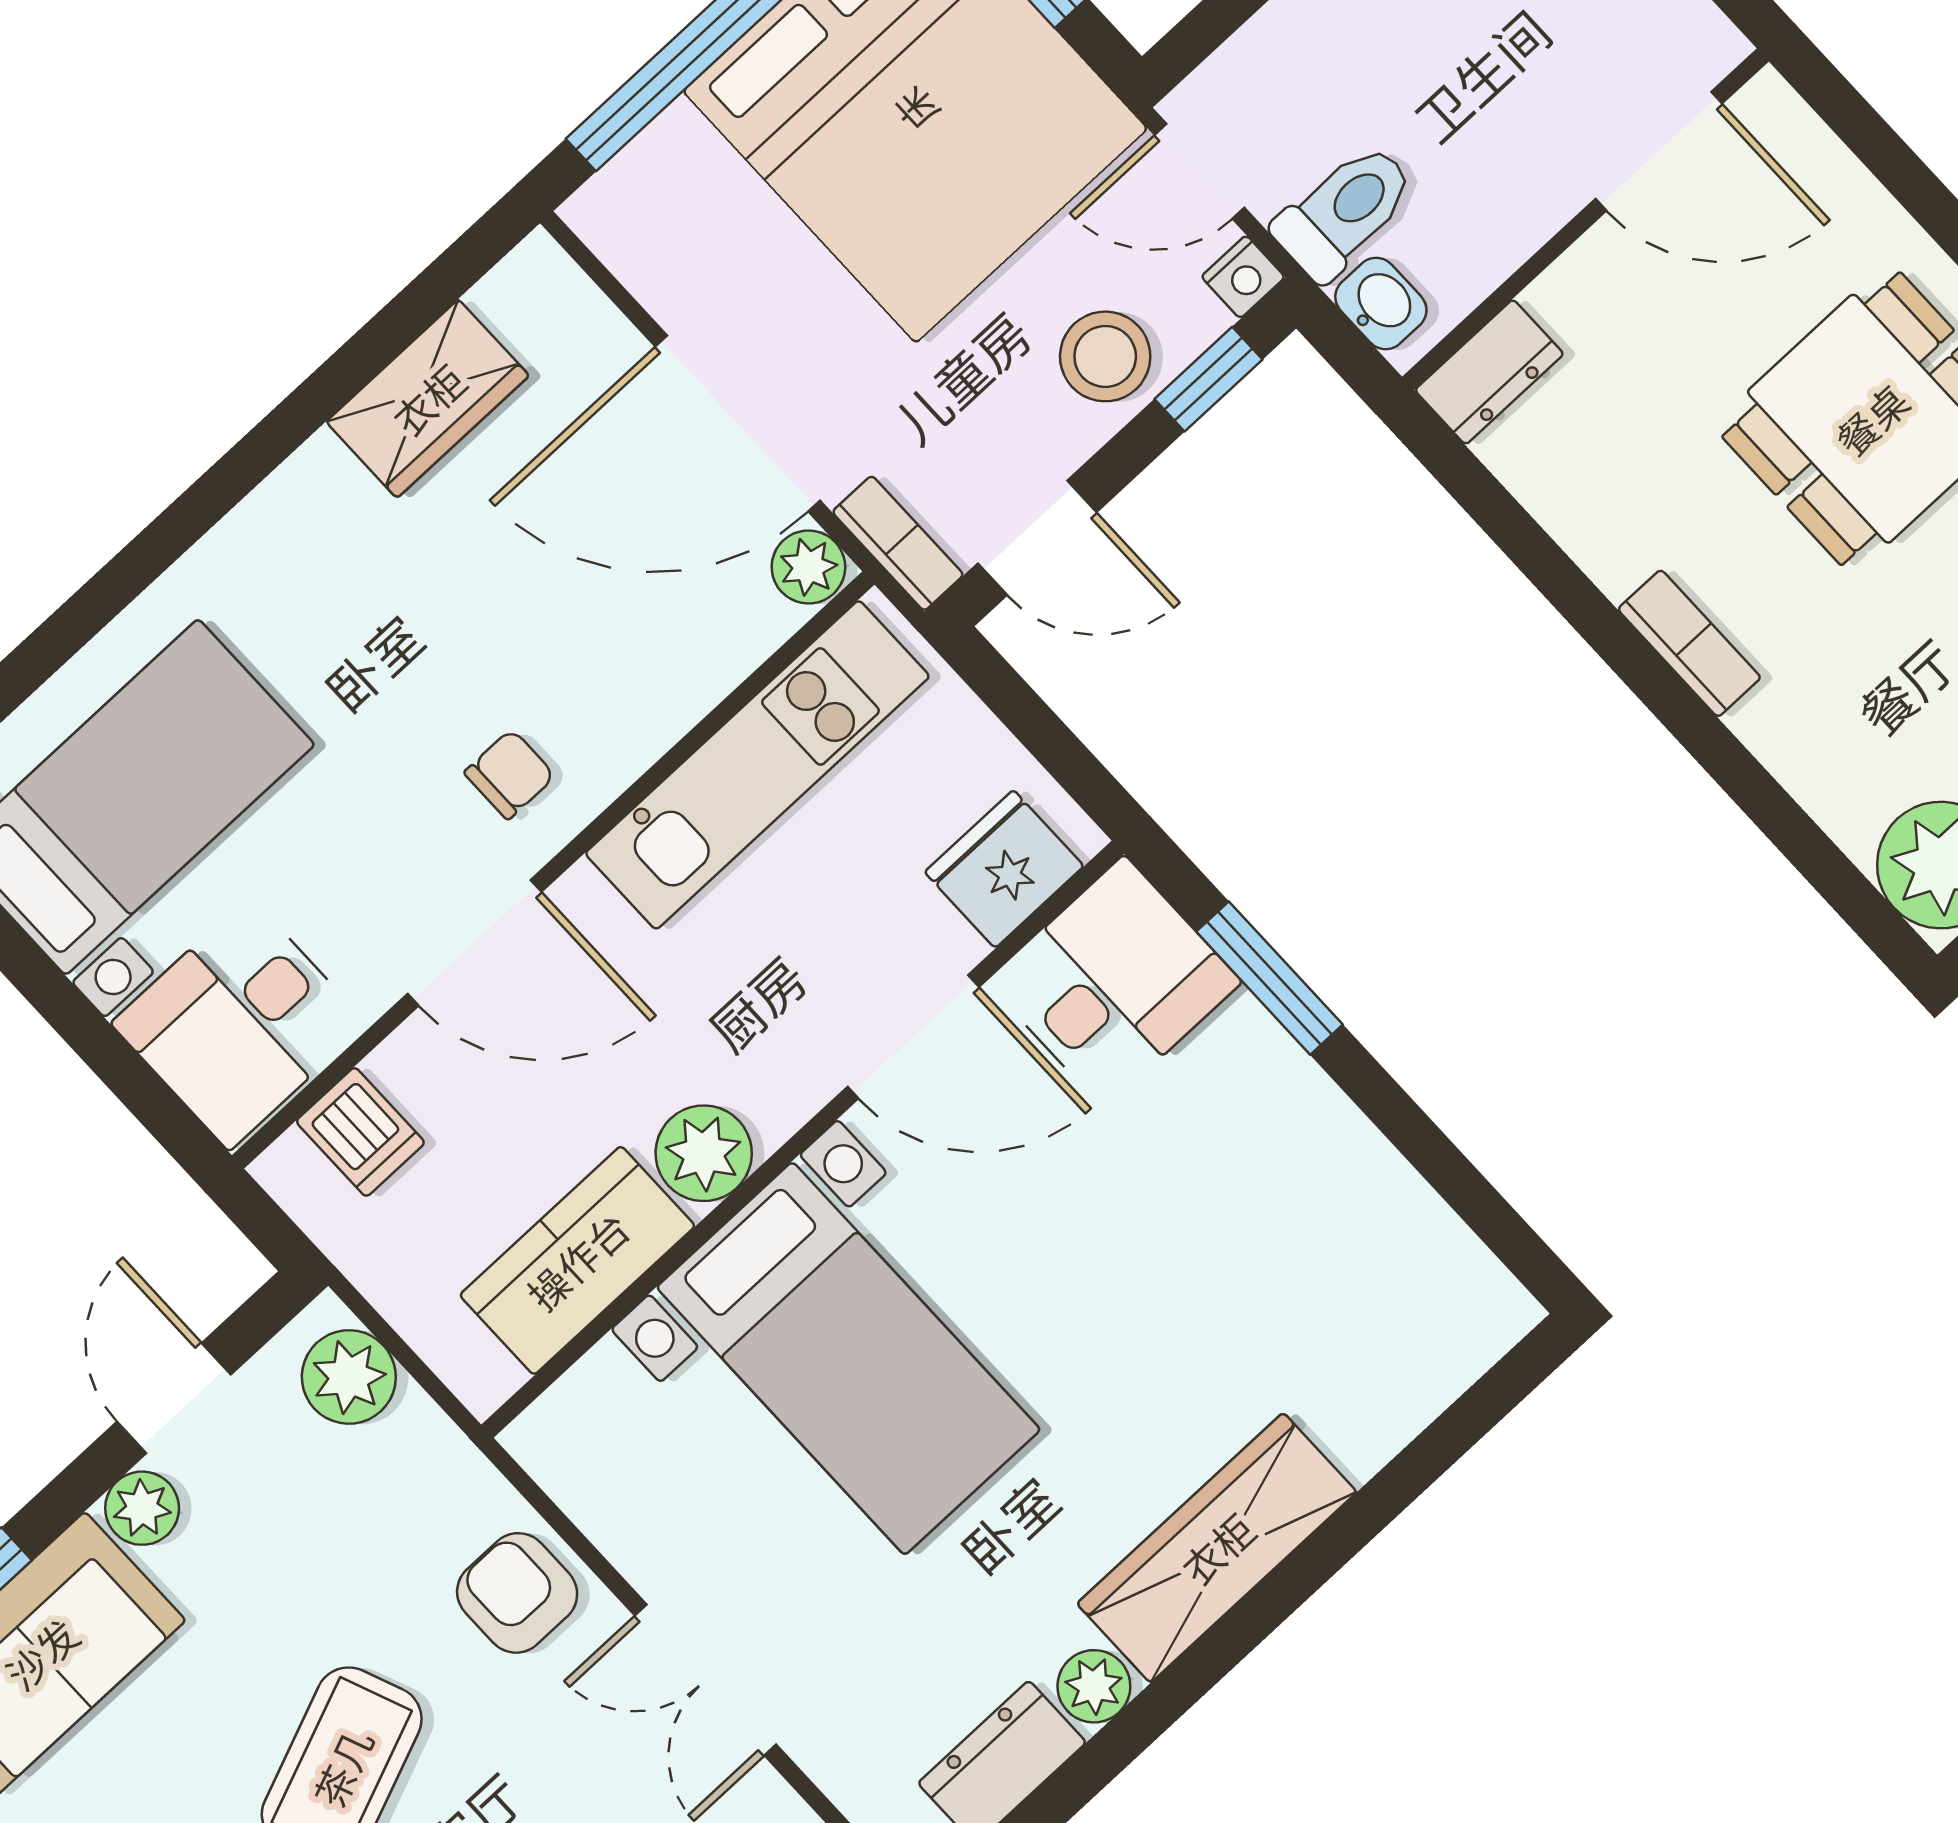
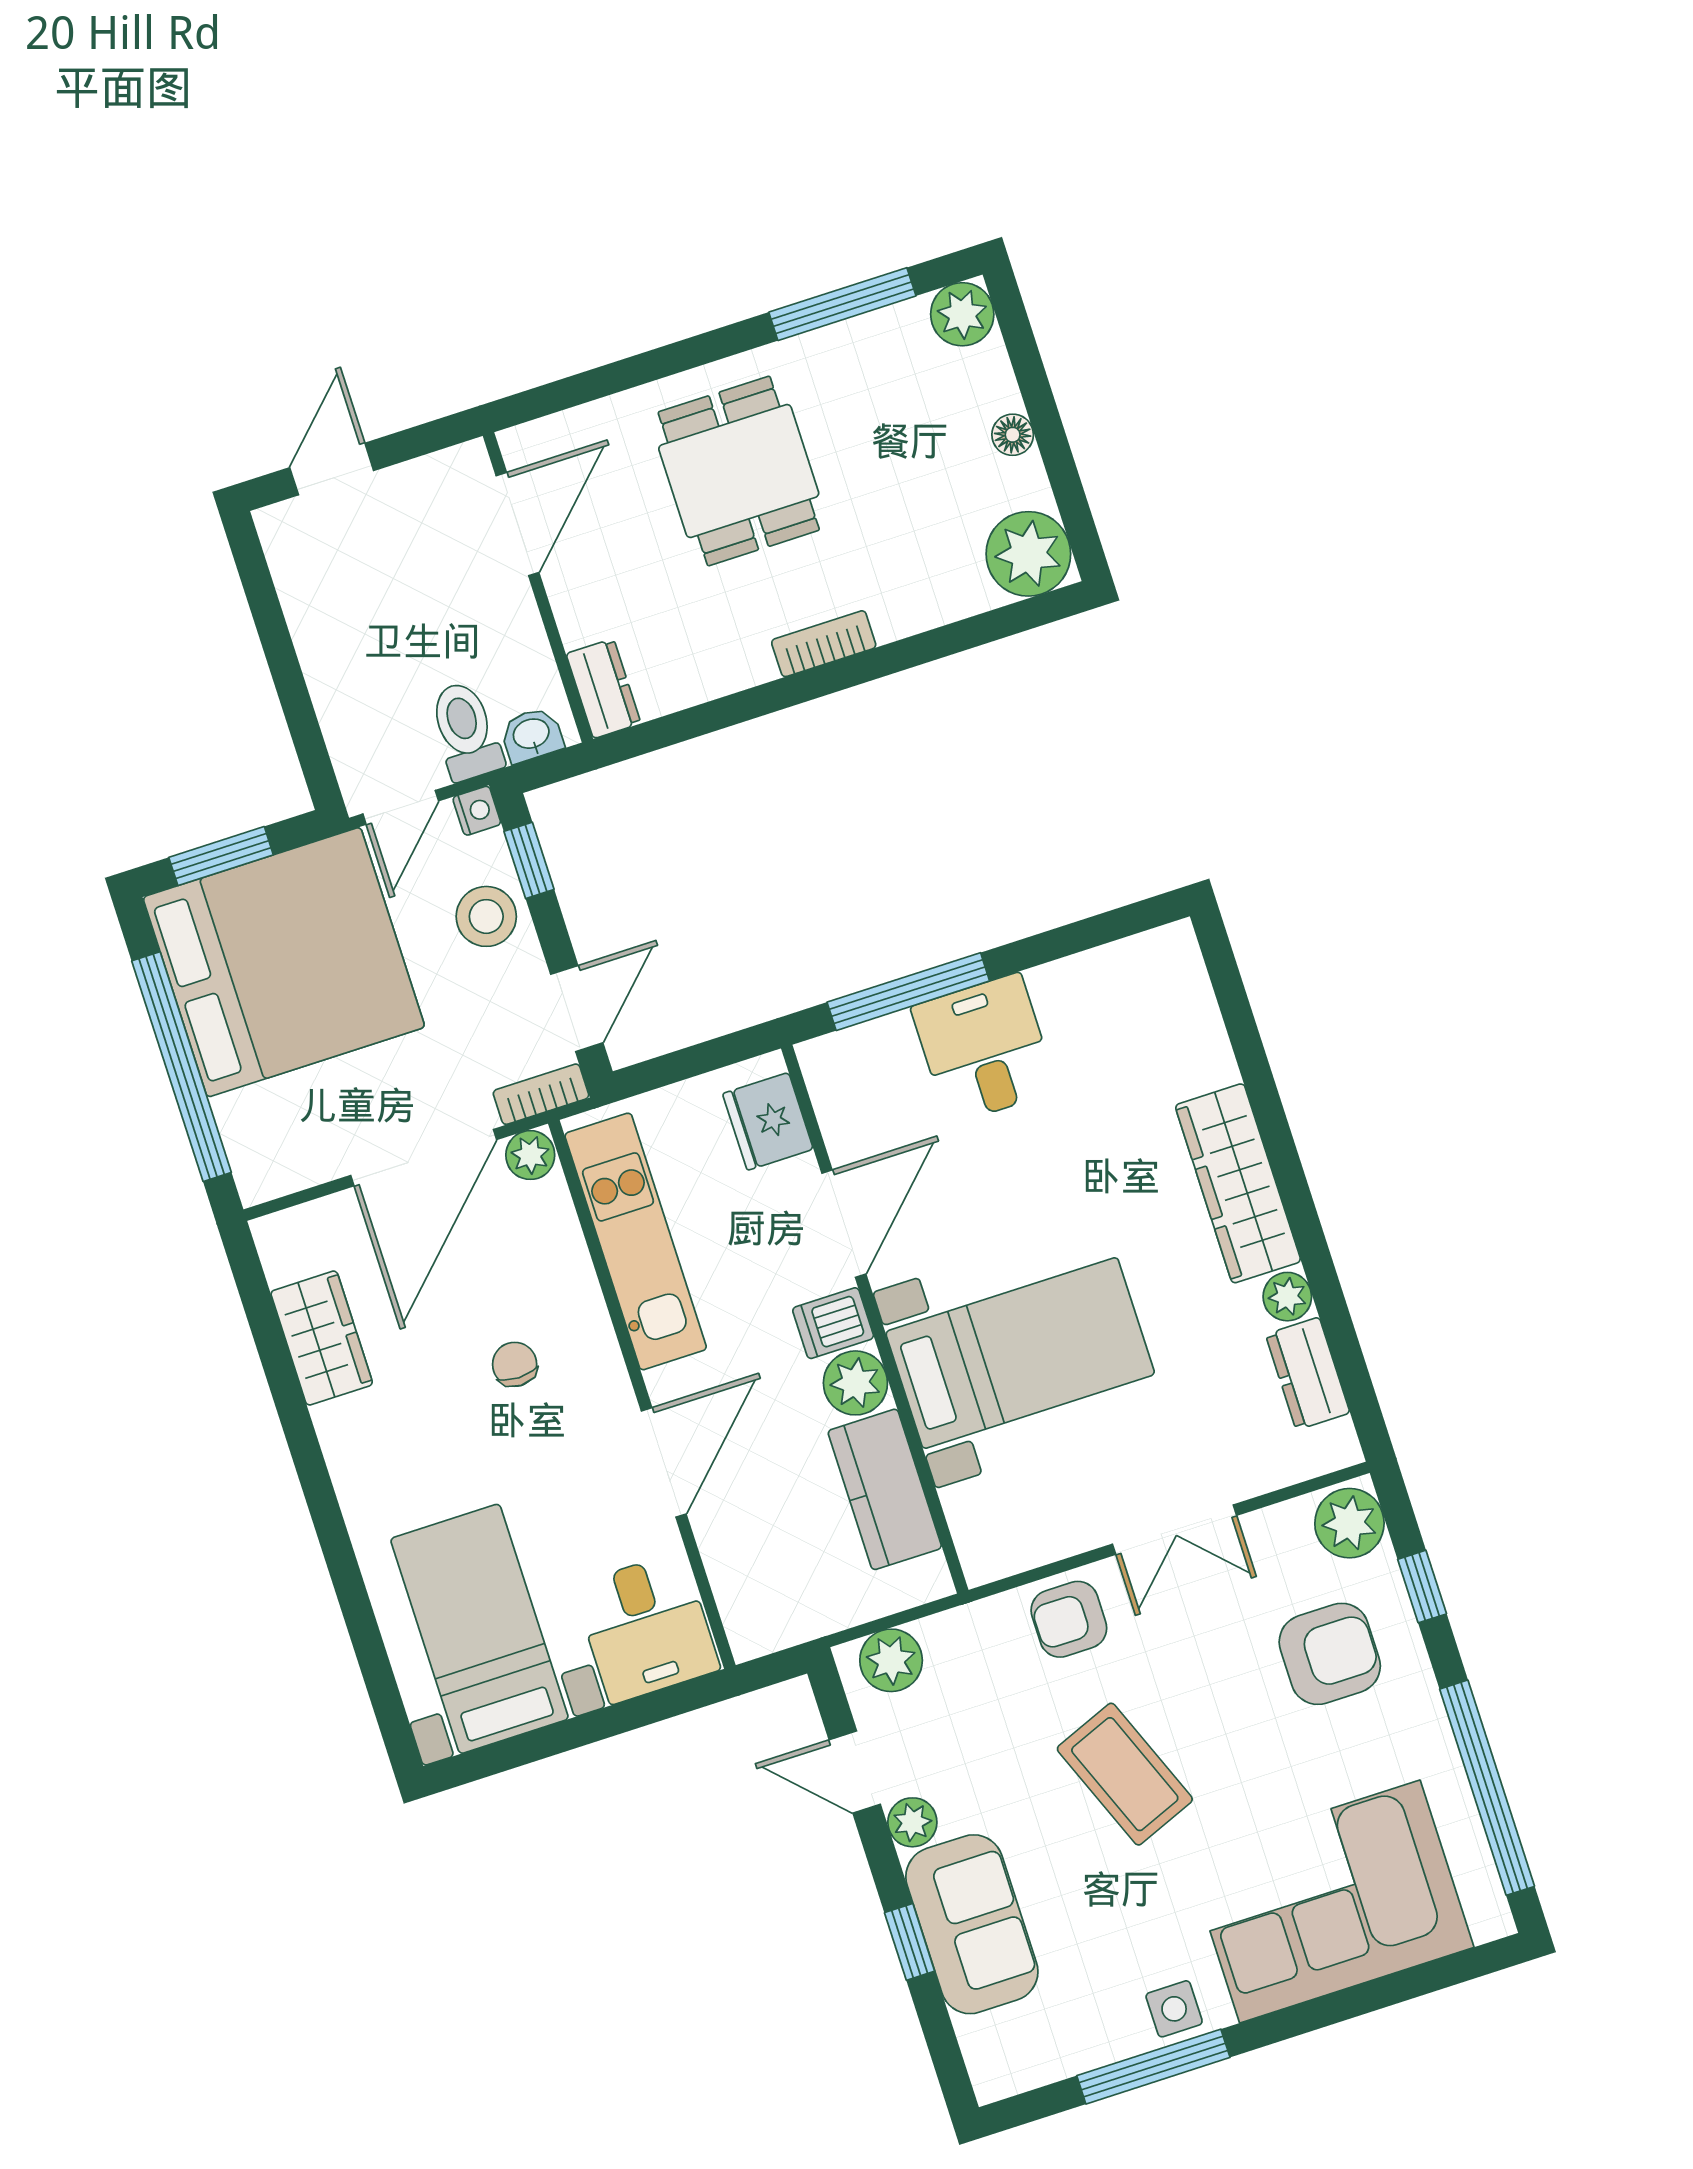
chair: (510, 774) -> (515, 1364), moved
window: (1269, 978) -> (908, 992), width x1.44
desk: (1114, 982) -> (984, 1049), moved
dishwasher: (360, 1132) -> (833, 1323), moved, turned 180

